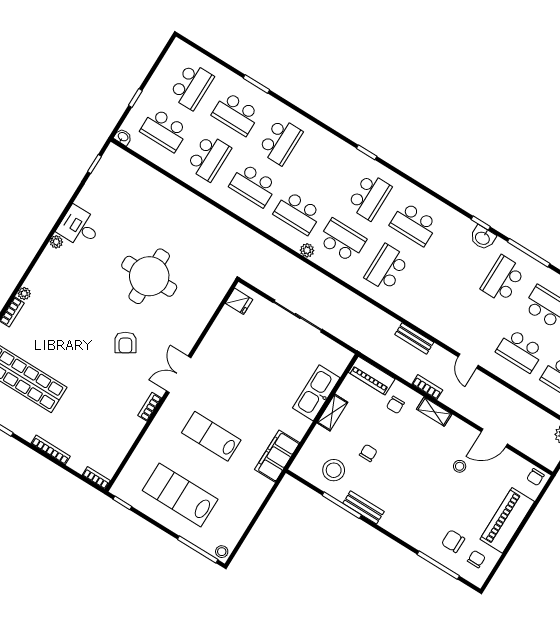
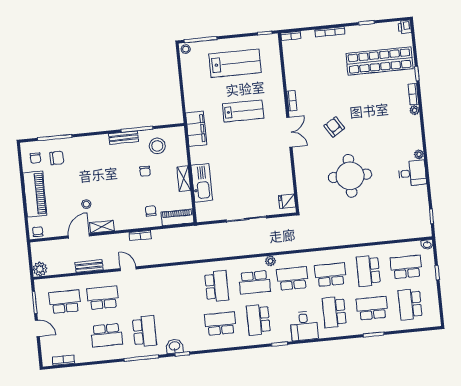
desk: (325, 152) -> (304, 326), added
bench: (414, 338) -> (89, 266), moved
shelving: (434, 412) -> (102, 227), moved

